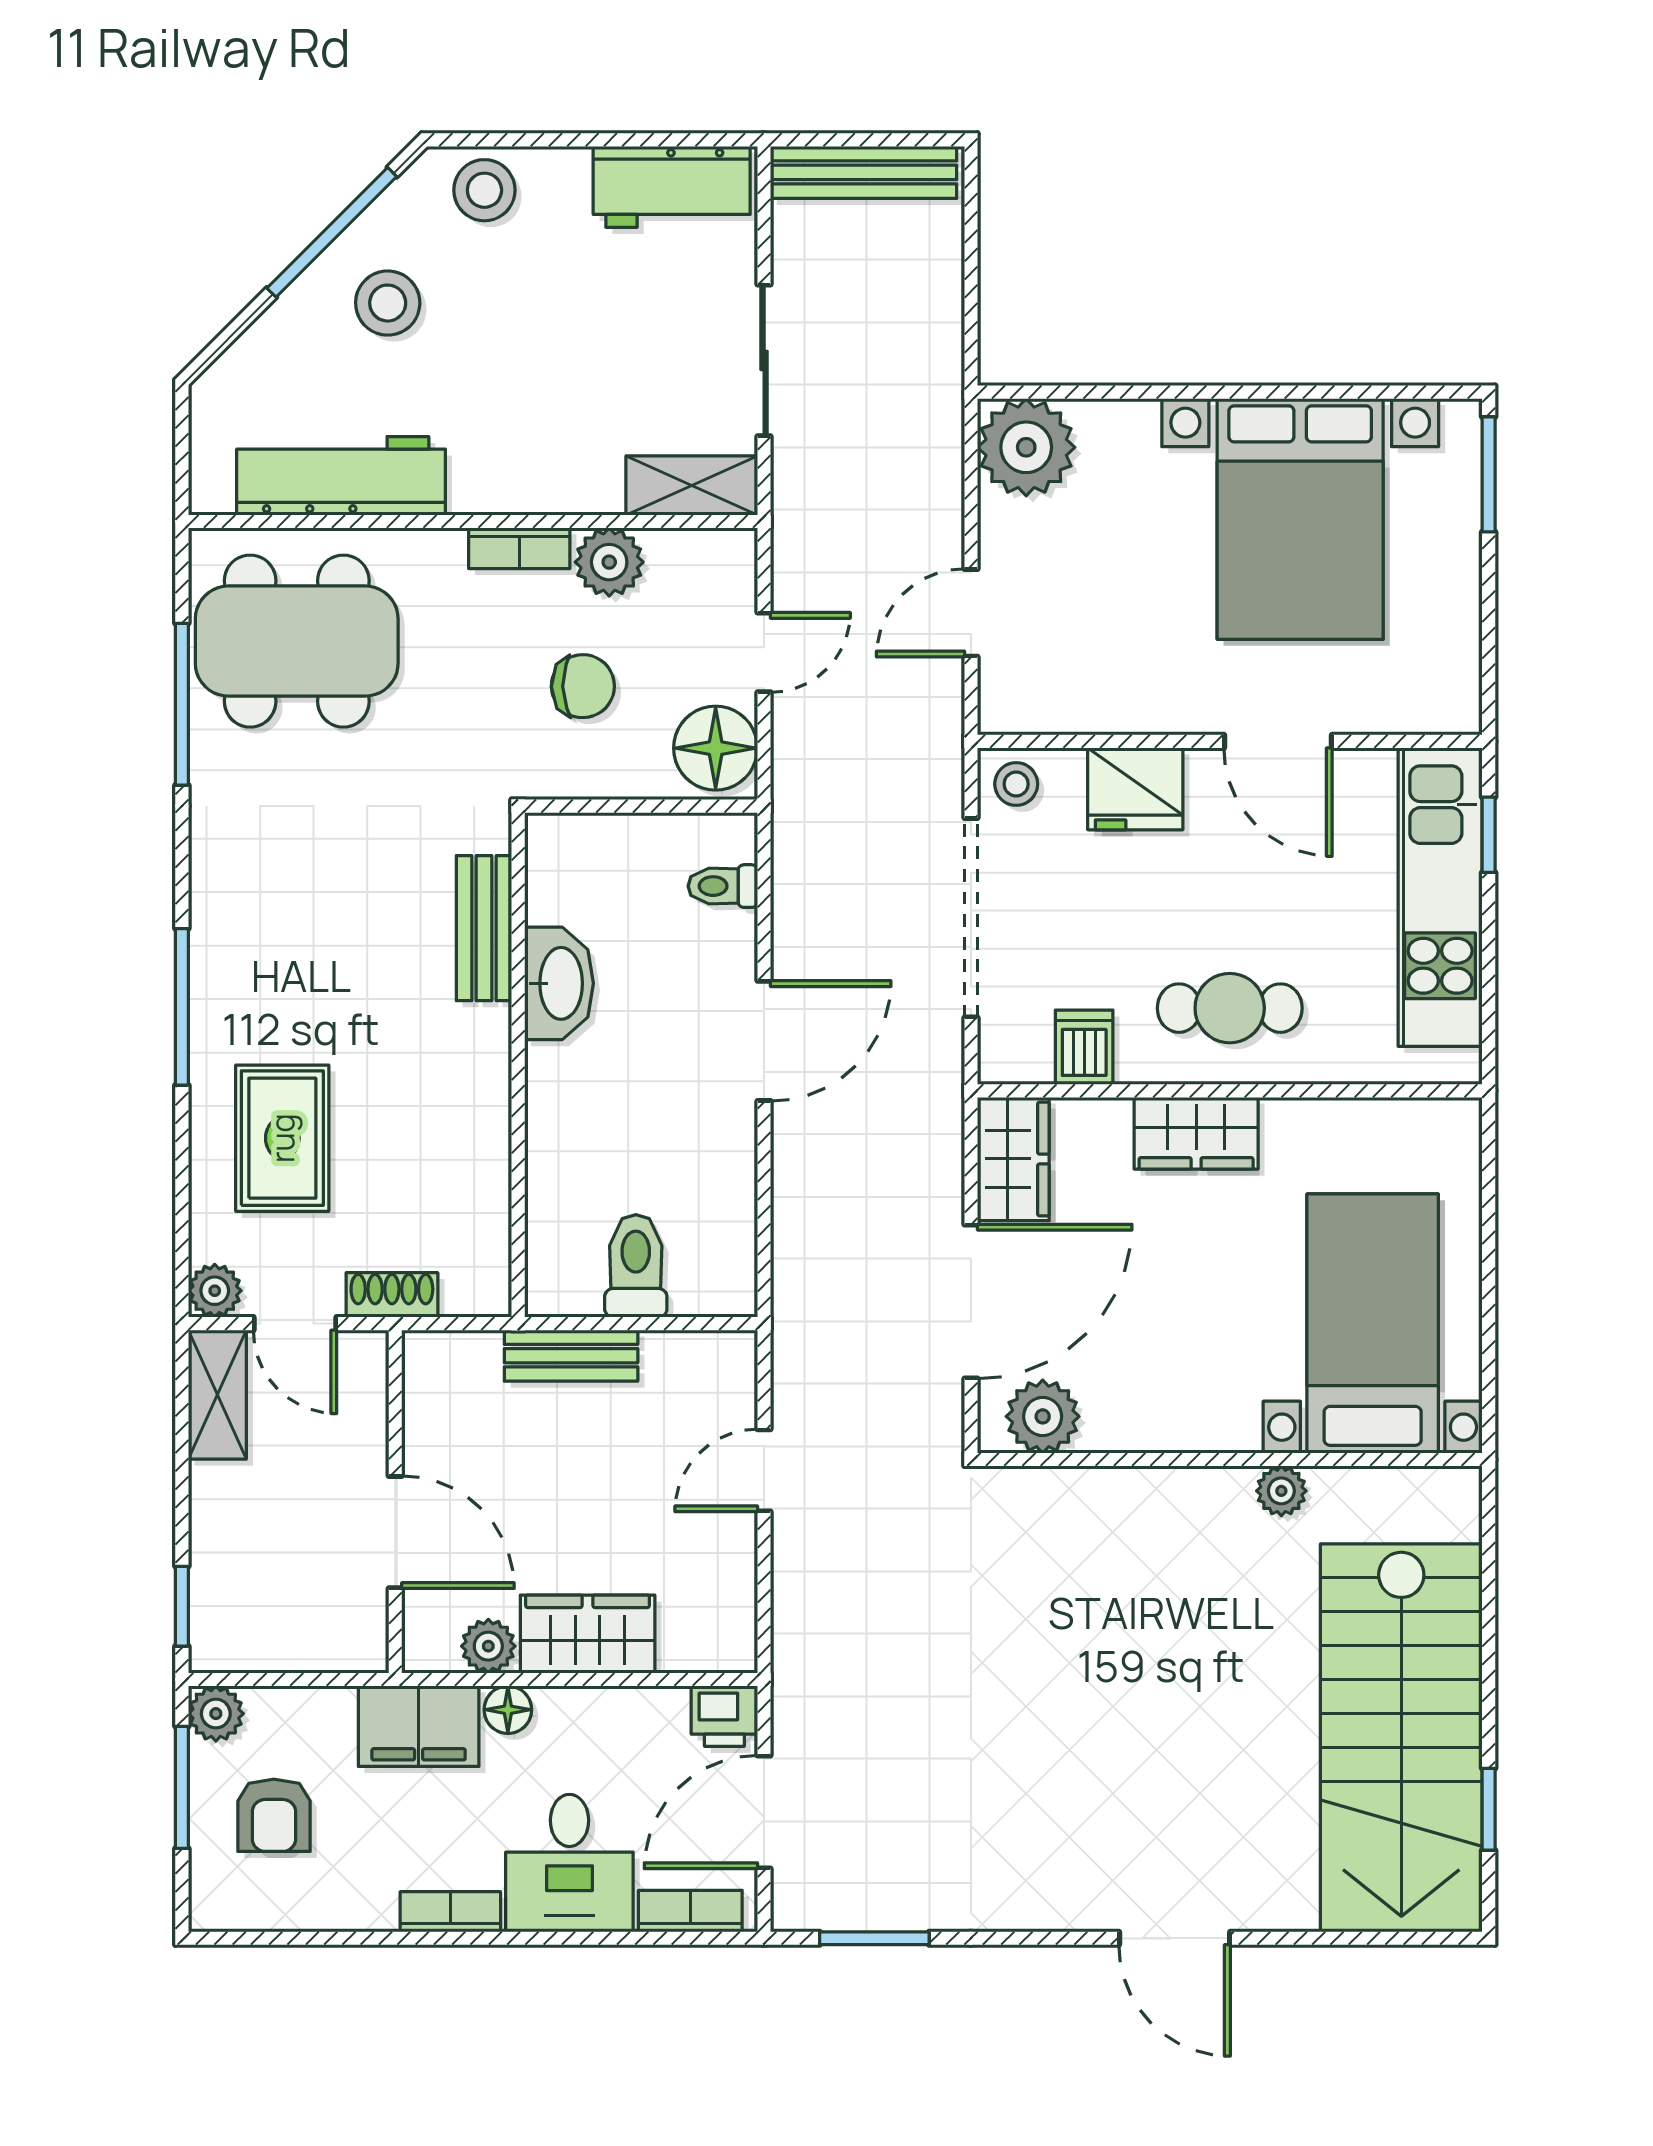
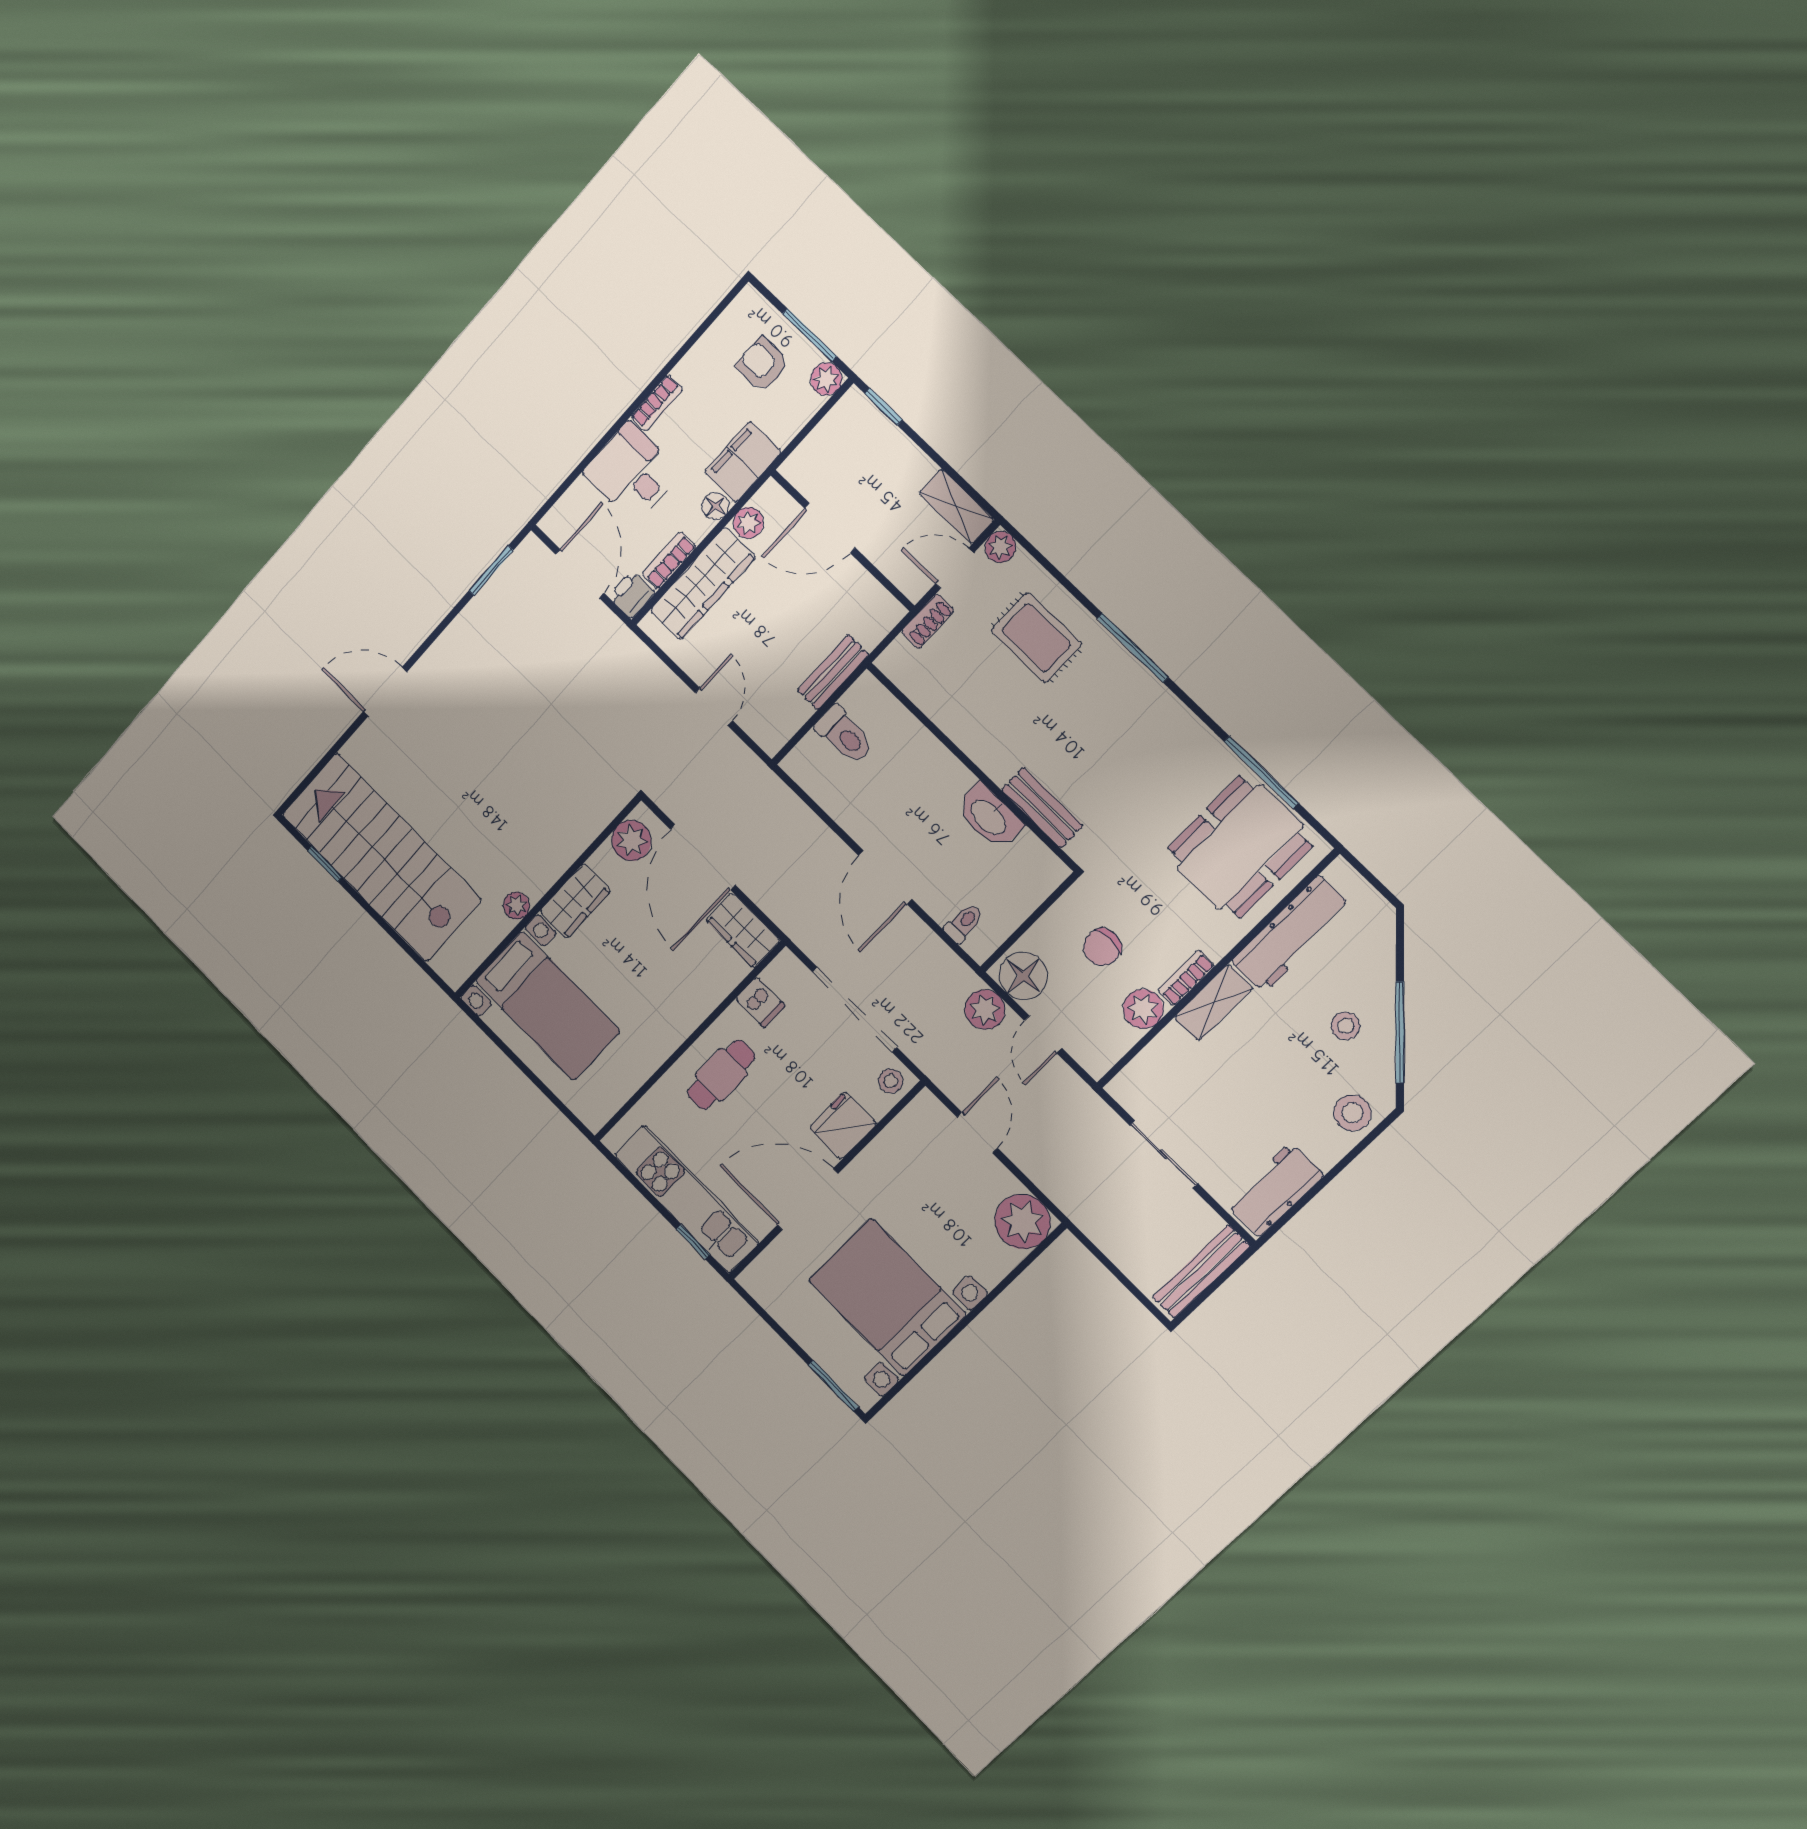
stool: (388, 303) -> (1345, 1026), width x0.73, depth x0.73
shelving: (692, 485) -> (1214, 1003), moved
door: (1278, 741) -> (808, 1199), width x1.36
plant: (805, 754) -> (985, 1010), added
wardrobe: (1196, 1133) -> (575, 901), moved, turned 180
wardrobe: (588, 1634) -> (703, 583), width x1.50
bookcase: (690, 1911) -> (669, 560), moved, turned 180

